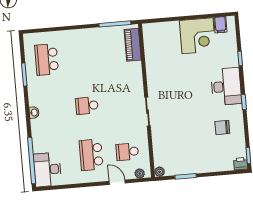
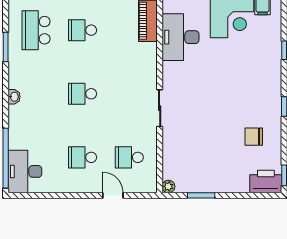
school desk: (83, 56) -> (83, 30), added
desk: (226, 86) -> (180, 37), moved, turned 180
school desk: (91, 155) -> (83, 157), width x0.54
printer: (241, 164) -> (266, 181), width x1.87, depth x1.48
plant: (140, 173) -> (143, 187), removed

